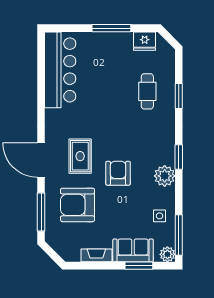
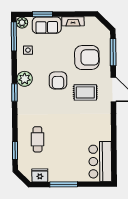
bar counter: (60, 70) -> (100, 161), width x0.73
window: (179, 96) -> (15, 151), moved
rug: (80, 156) -> (85, 92), turned 90

